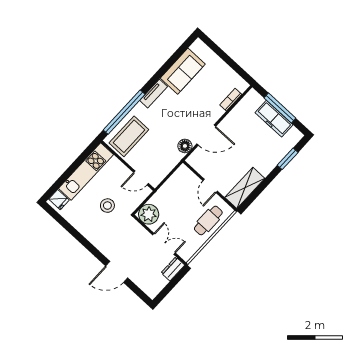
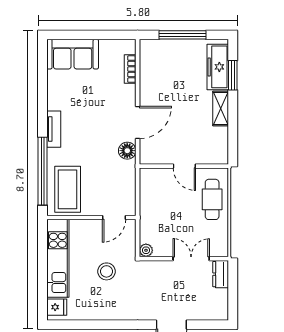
sofa: (183, 71) -> (73, 54), moved, turned 90
freezer: (274, 119) -> (218, 67), moved, turned 90
shelving: (245, 188) -> (221, 108), moved, width x0.67, depth x0.75
plant: (149, 214) -> (146, 250), width x0.53, depth x0.53

